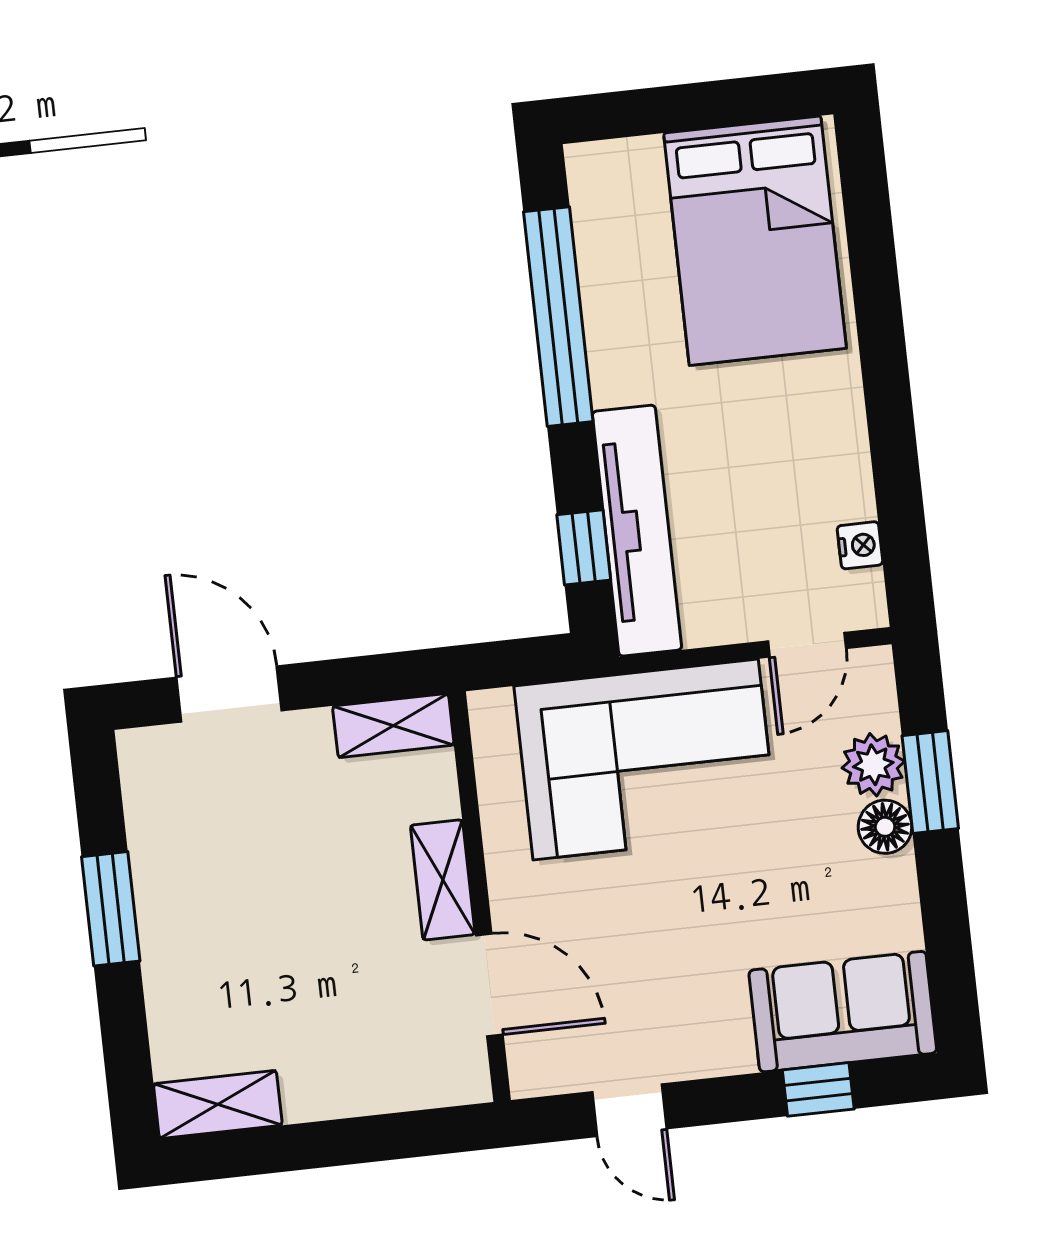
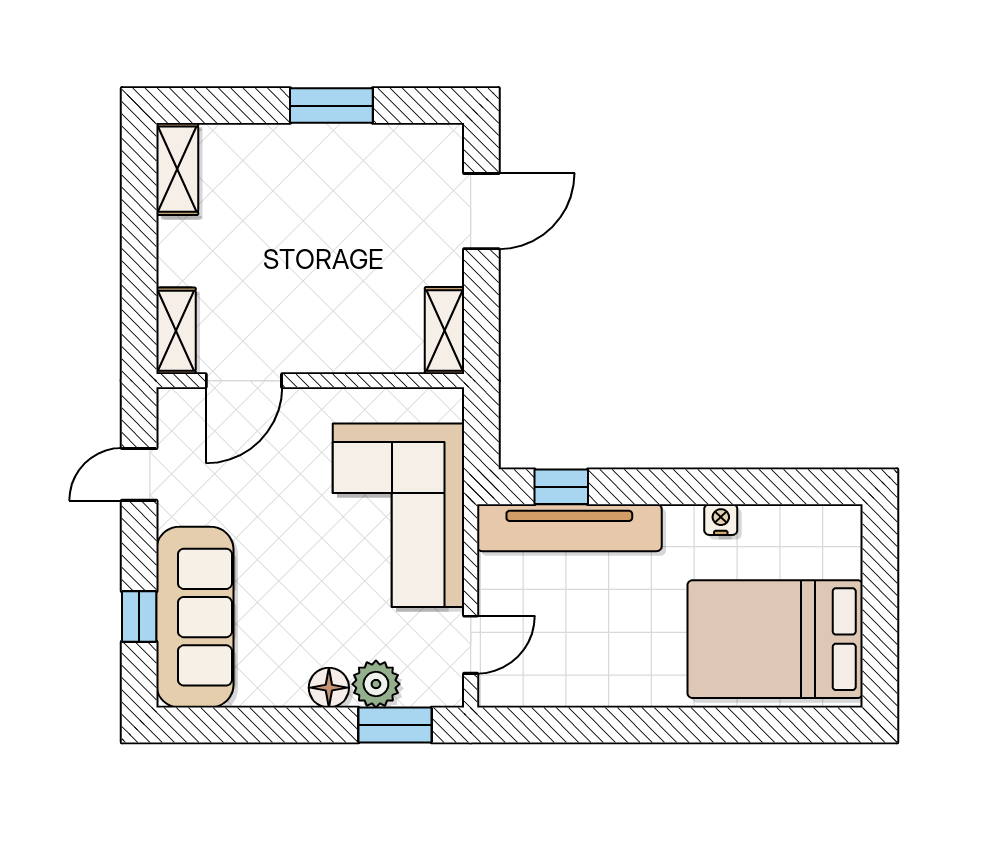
window: (558, 317) -> (735, 487), removed
nightstand: (860, 545) -> (721, 520), moved, turned 180
door: (807, 645) -> (471, 645), swing flipped
window: (930, 782) -> (395, 725), moved
shelving: (443, 880) -> (176, 331), moved, turned 90
sofa: (843, 1012) -> (195, 617), width x1.36

